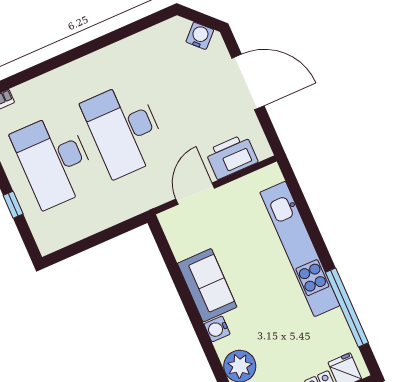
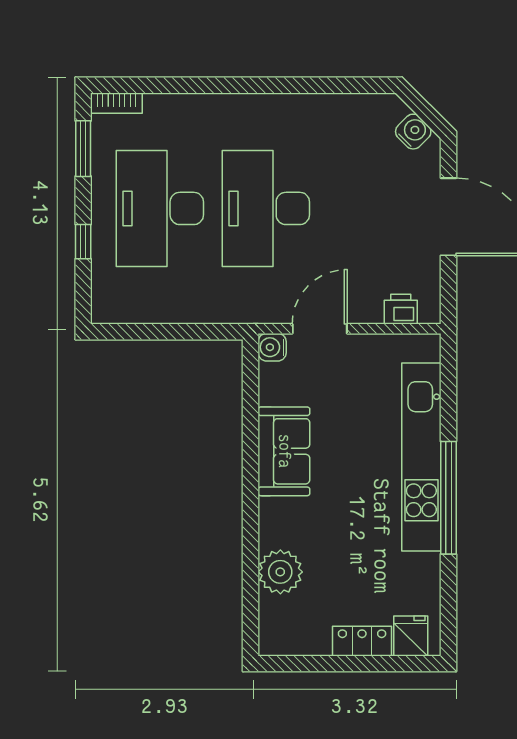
printer: (232, 156) -> (401, 309), width x0.53, depth x0.68
window: (347, 307) -> (448, 498), moved
water cooler: (217, 329) -> (272, 347), moved

